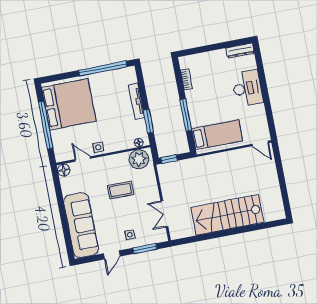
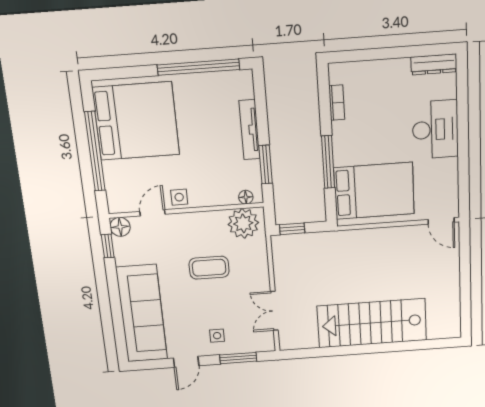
bed: (217, 135) -> (374, 191), width x1.50
door: (83, 159) -> (152, 213), hinge flipped
window: (57, 183) -> (108, 246), added

